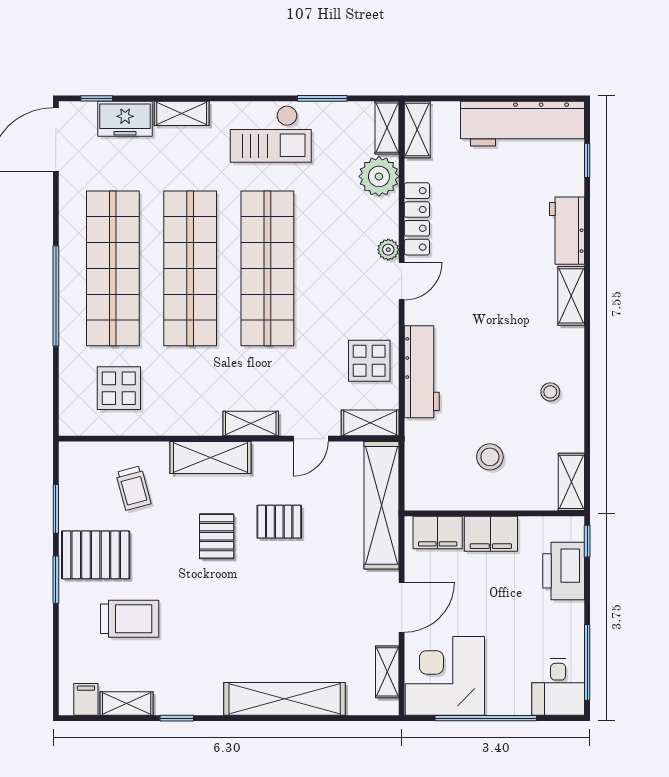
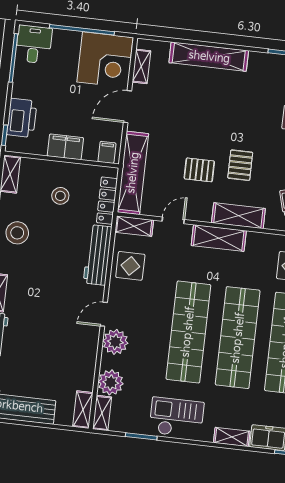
locker: (417, 219) -> (107, 201), moved
plant: (388, 250) -> (115, 342), width x1.87, depth x1.87
stool: (550, 392) -> (17, 233), width x1.89, depth x1.89
shelving: (251, 424) -> (219, 238), width x1.50, depth x1.33
filing cabinet: (438, 532) -> (107, 152), width x0.50

